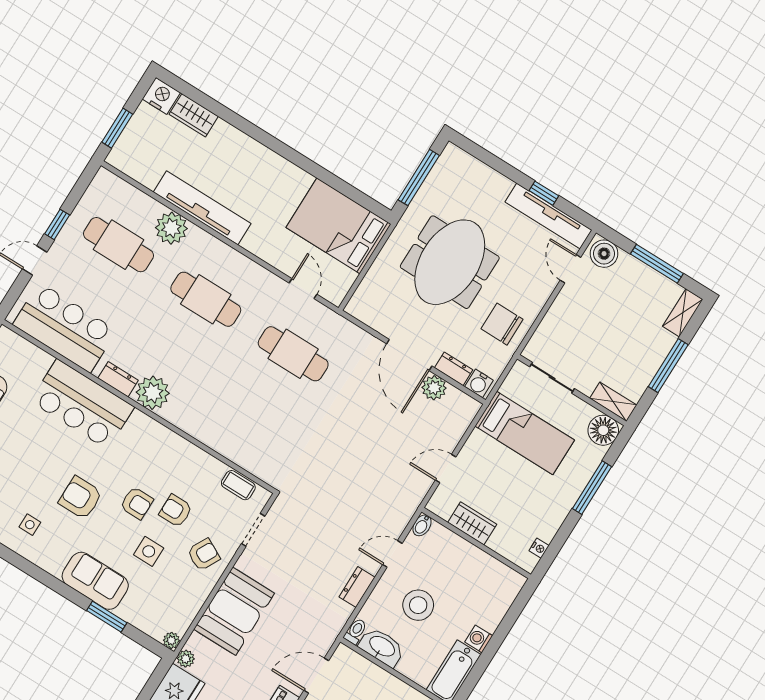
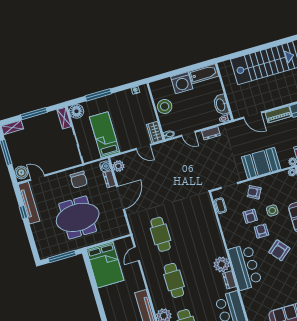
door: (570, 269) -> (38, 178), swing flipped
plant: (434, 388) -> (118, 166), moved
bar counter: (82, 404) -> (245, 267), moved
armchair: (81, 498) -> (279, 250), turned 50
wardrobe: (472, 523) -> (155, 132), moved
stool: (418, 605) -> (165, 106), moved
washing machine: (479, 639) -> (182, 83), width x1.89, depth x1.89

